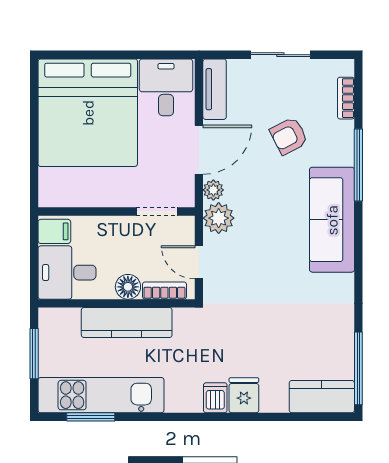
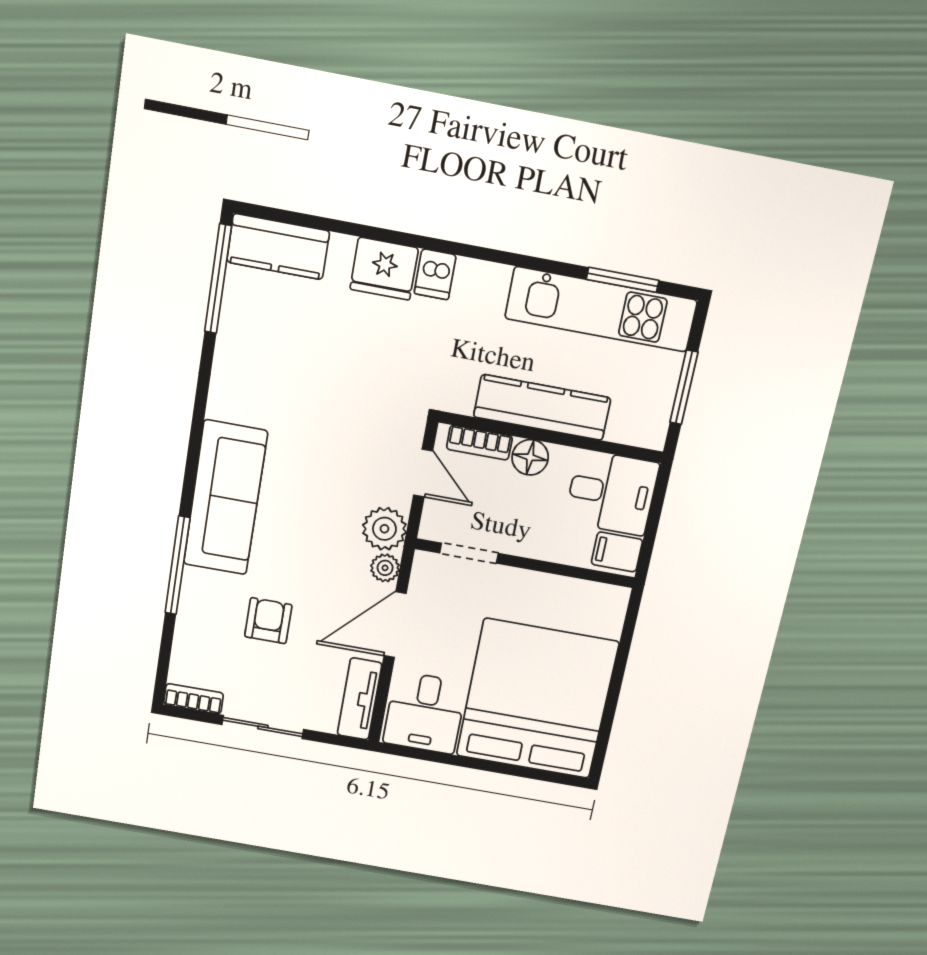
bookcase: (346, 98) -> (194, 699), moved, turned -90
armchair: (289, 136) -> (268, 621), turned -63
fridge: (244, 395) -> (384, 269), width x1.38

